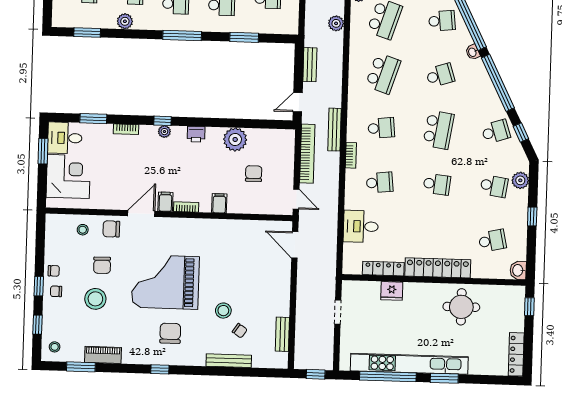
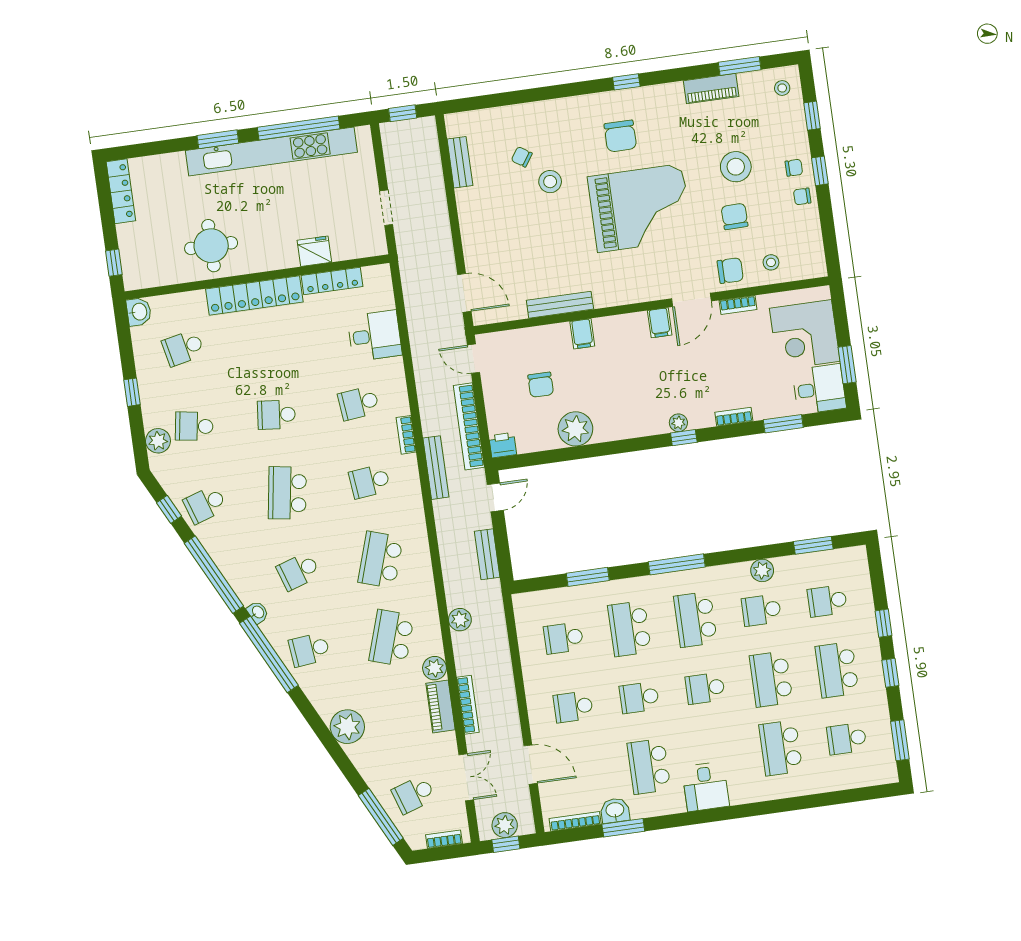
printer: (196, 134) -> (503, 445), moved
bookcase: (186, 207) -> (738, 305), moved
bench: (229, 361) -> (560, 305), moved

